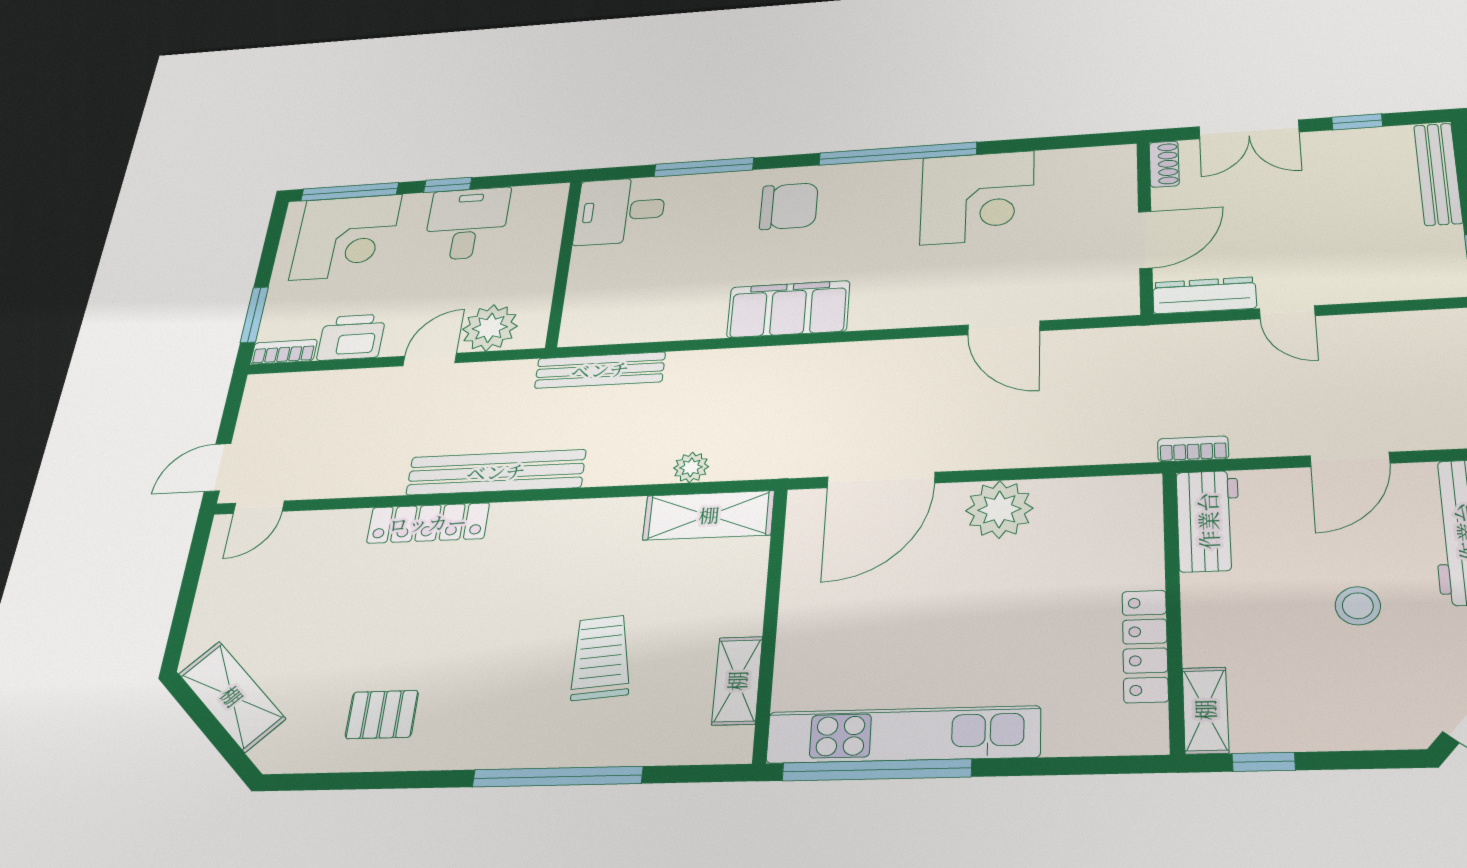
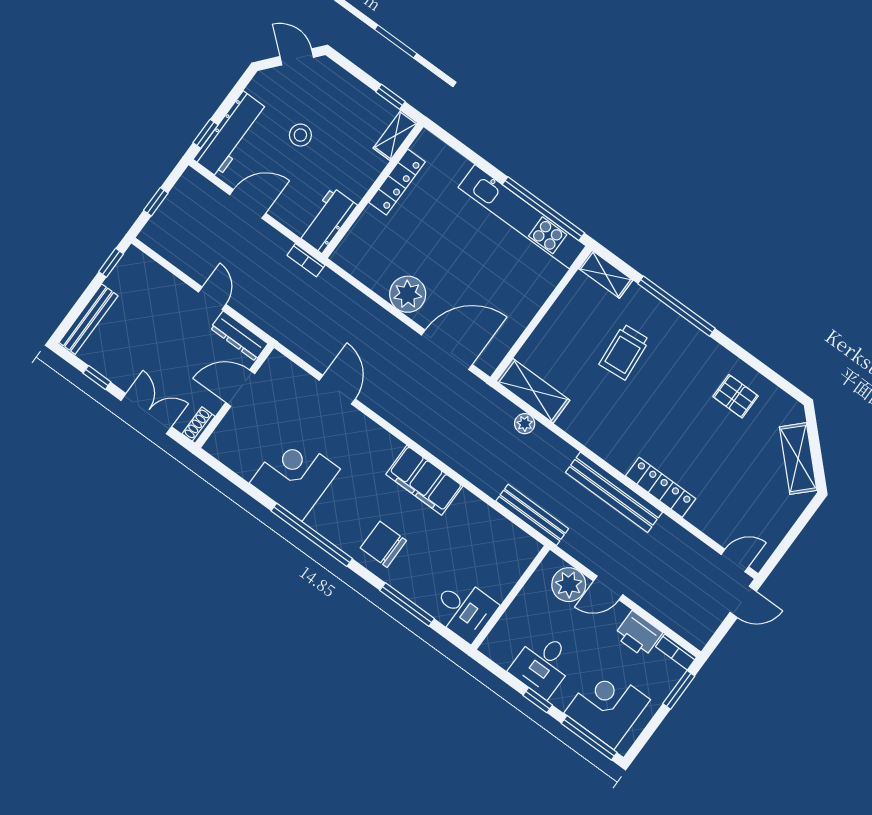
shelving: (737, 681) -> (606, 274), moved, turned 90

